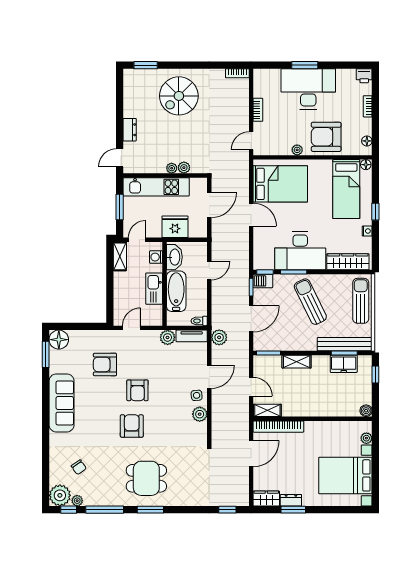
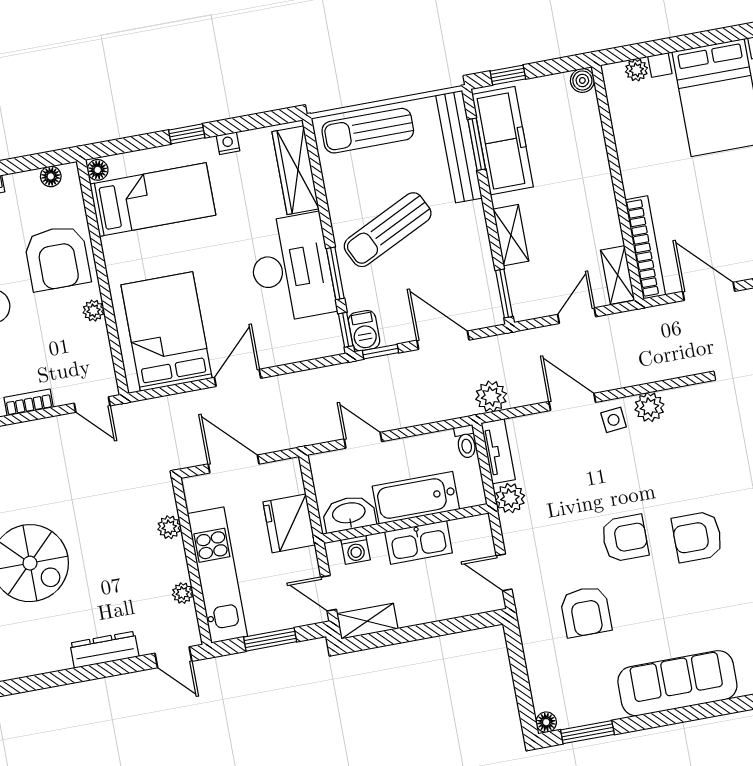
dresser: (130, 130) -> (104, 650), width x1.44
plant: (172, 168) -> (183, 593), moved
floor lamp: (59, 340) -> (546, 722), width x0.53, depth x0.53
freezer: (344, 364) -> (503, 141), width x1.91, depth x1.26

